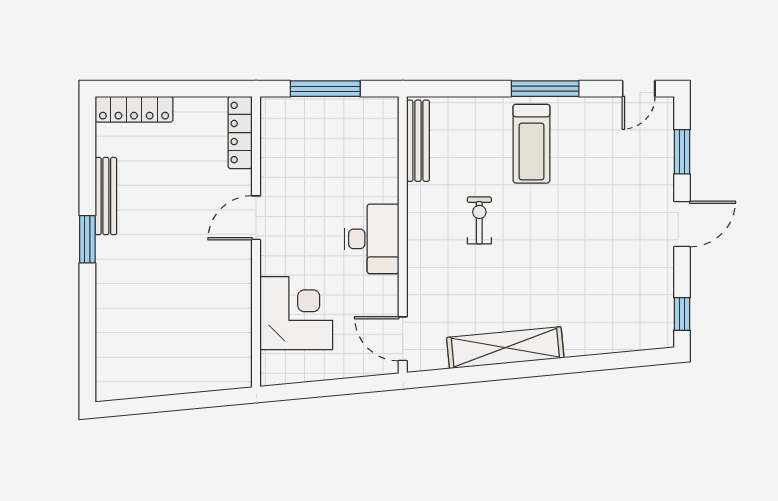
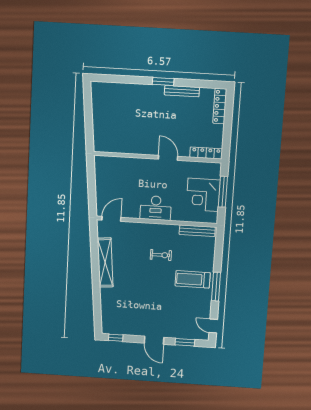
corner desk: (296, 313) -> (203, 195), moved, turned 90

